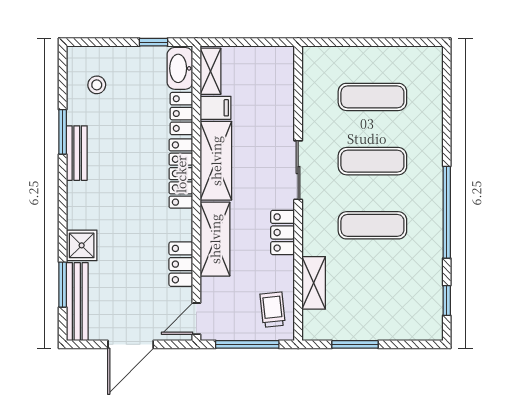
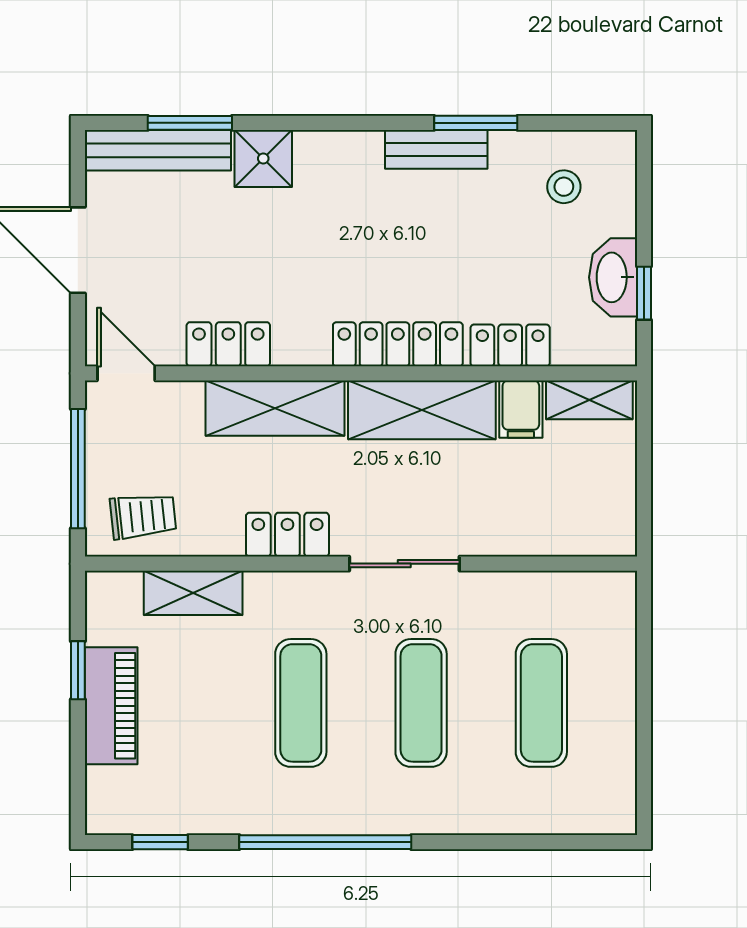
washbasin: (180, 68) -> (613, 277), moved, turned -90
piano: (374, 327) -> (111, 706), added
window: (355, 344) -> (78, 670), width x0.67

